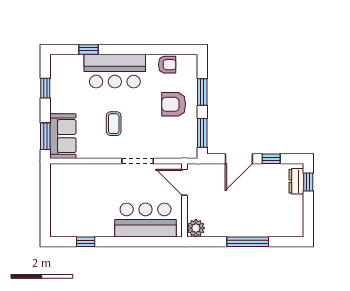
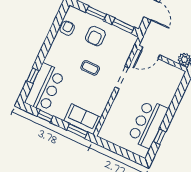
bar counter: (115, 71) -> (45, 88), moved
coffee table: (114, 124) -> (90, 68), moved
bar counter: (146, 220) -> (148, 124), moved

